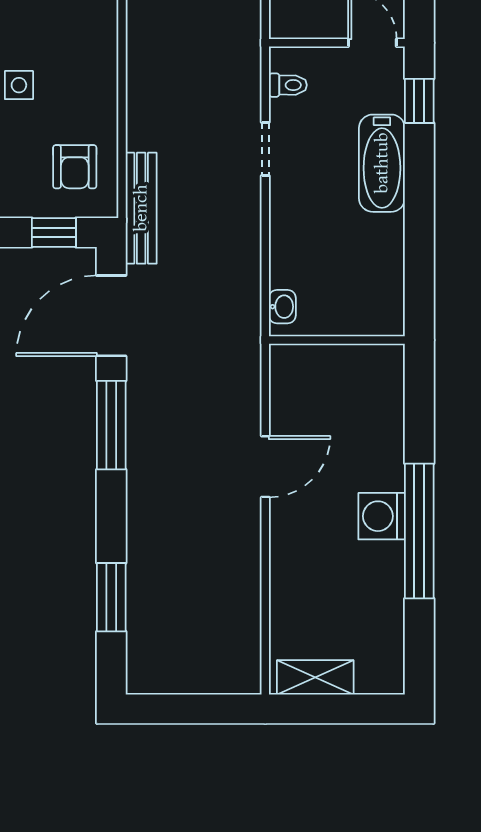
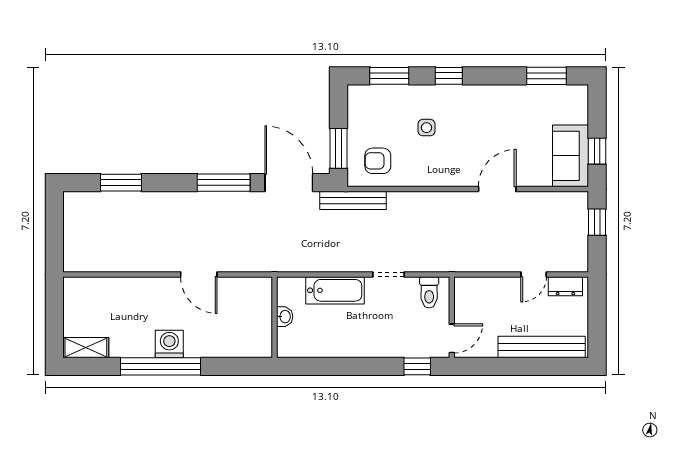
toilet: (288, 85) -> (429, 292), width x1.37, depth x1.39
bathtub: (382, 163) -> (335, 290), moved, turned 180
window: (54, 233) -> (339, 148), width x1.50
washbasin: (282, 307) -> (285, 317), moved, turned -90
shelving: (315, 677) -> (86, 348), moved, turned 90

